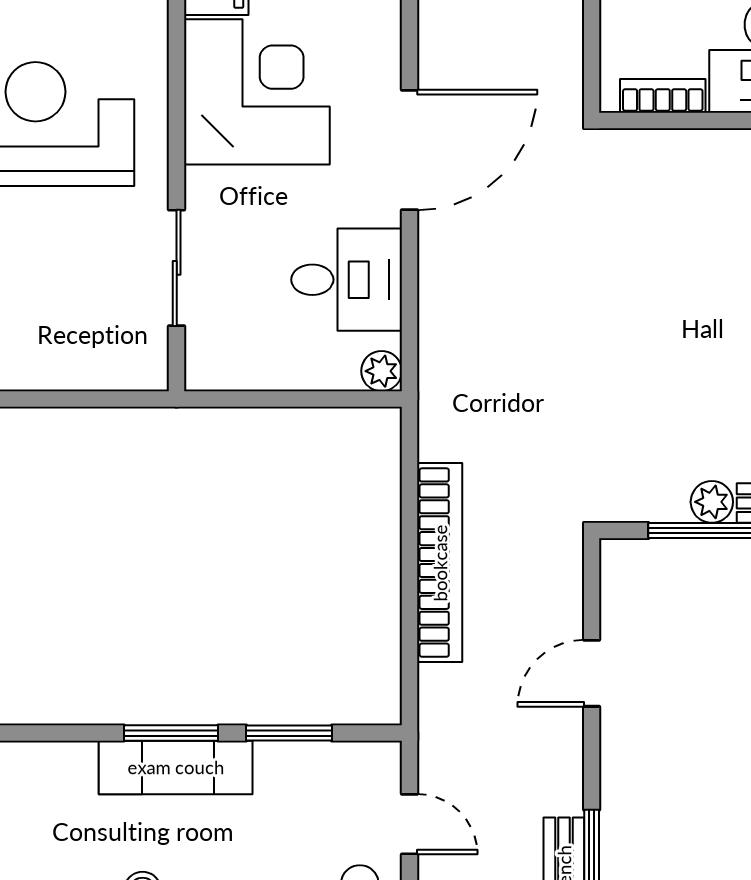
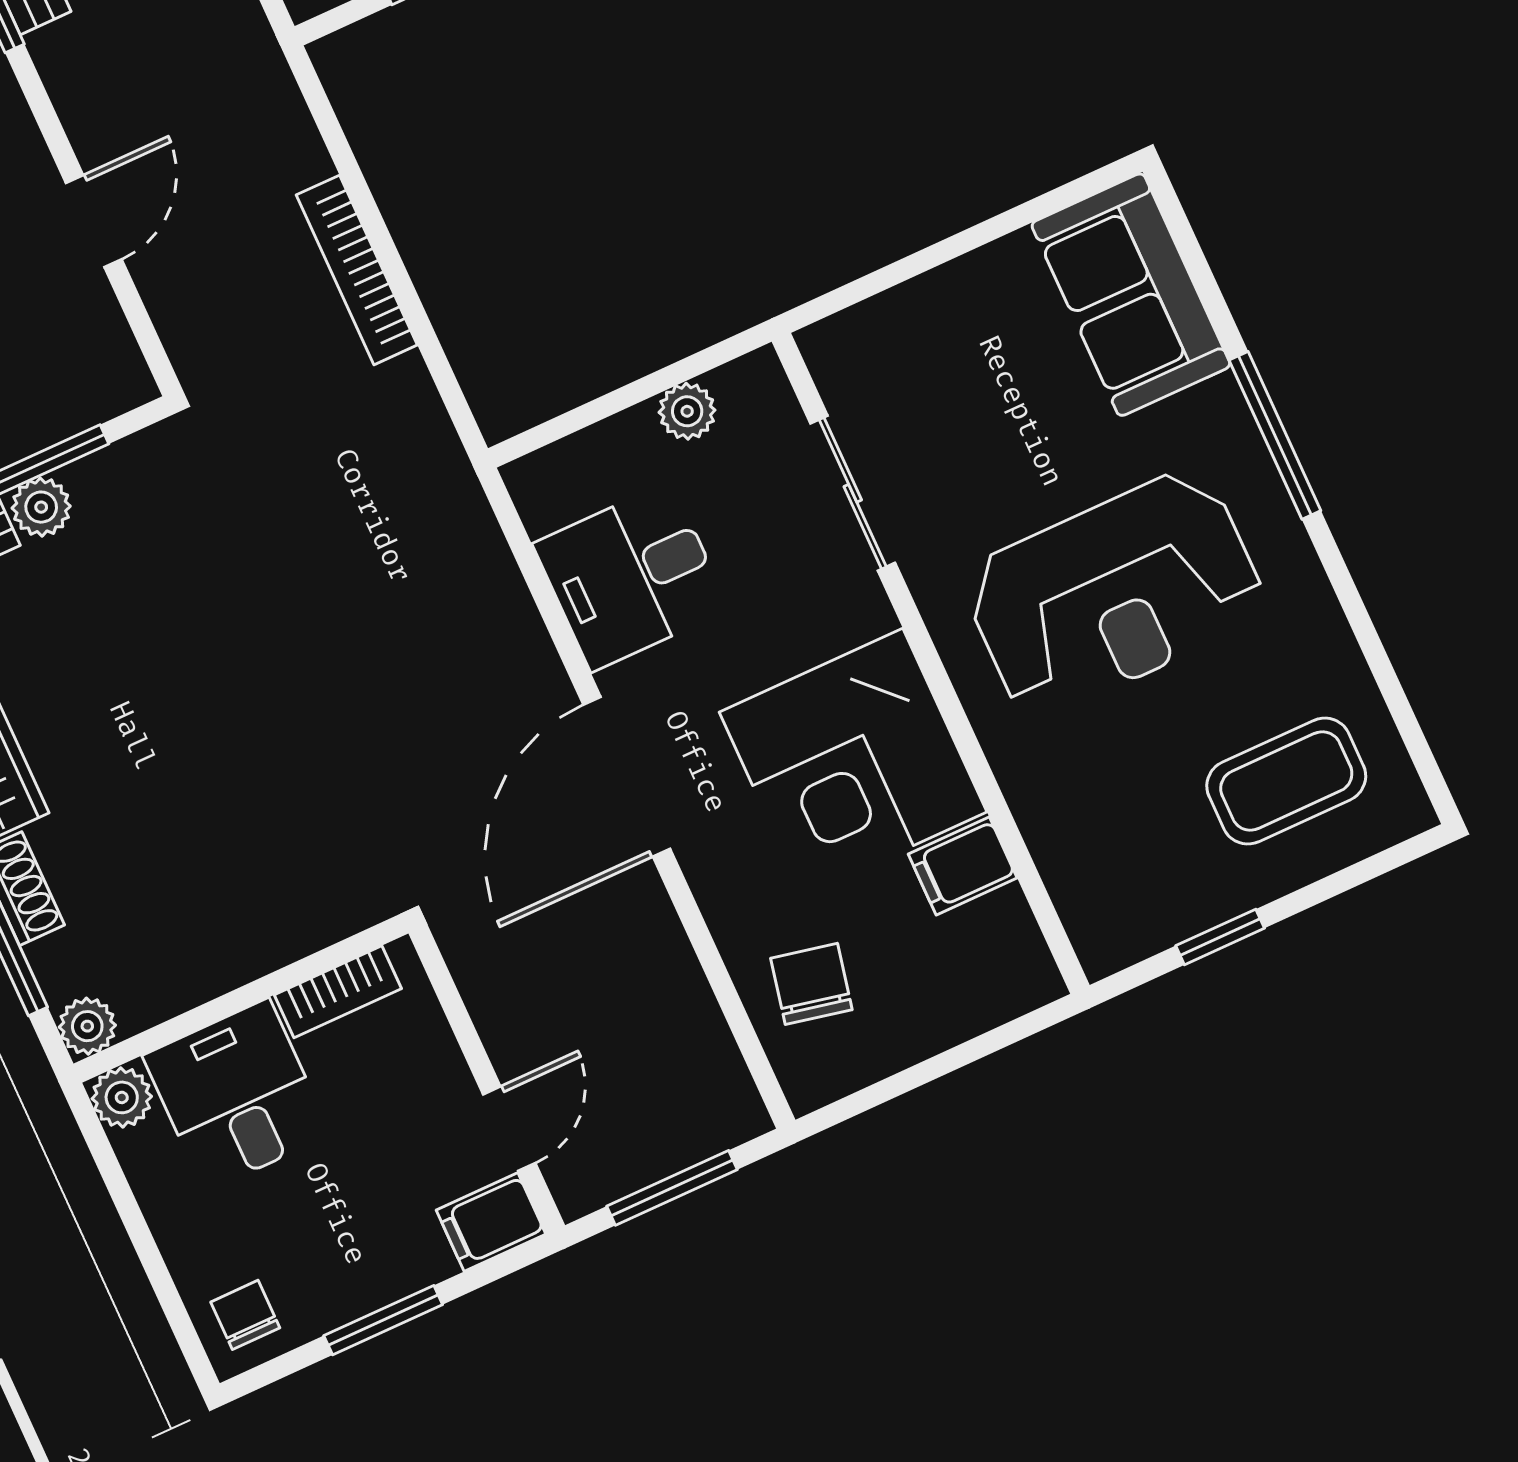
plant: (382, 371) -> (687, 411), moved
bookcase: (440, 563) -> (357, 270), width x0.68, depth x0.76

